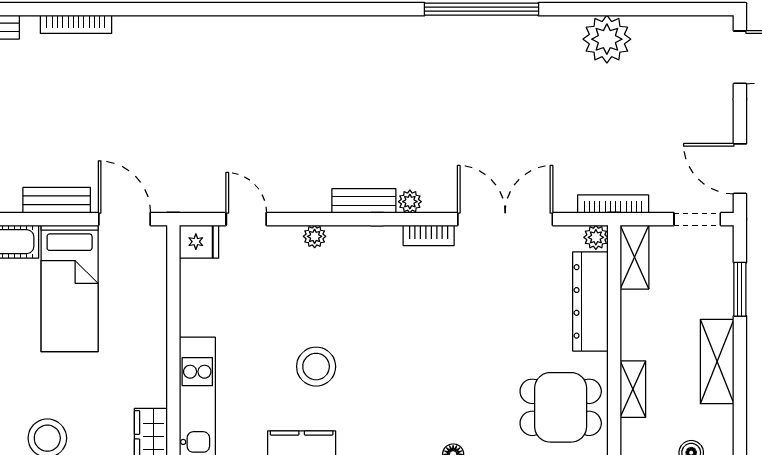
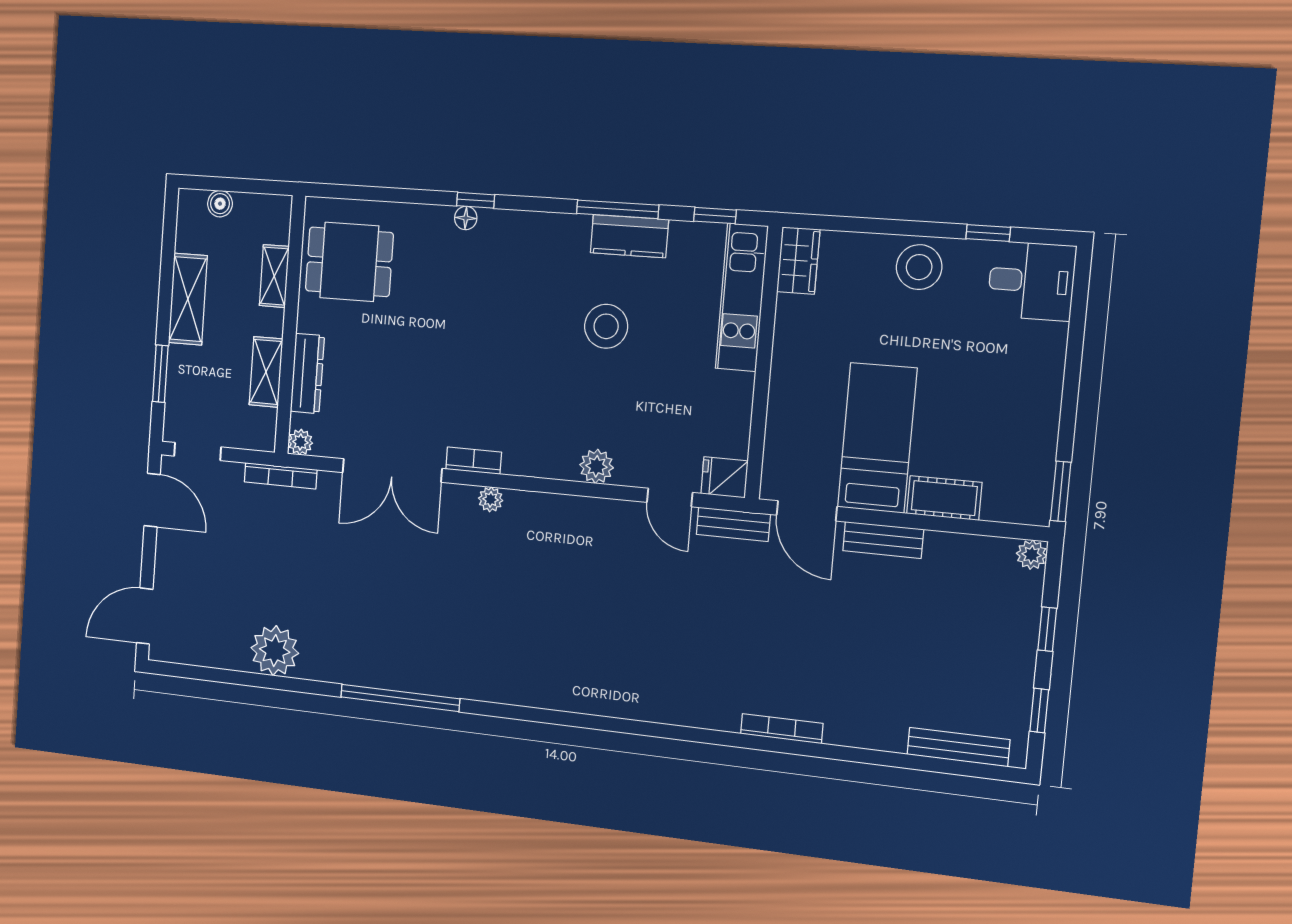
bookcase: (76, 24) -> (782, 729), moved
bench: (364, 201) -> (733, 524), moved
plant: (315, 236) -> (596, 466), width x1.38, depth x1.38
shelving: (634, 257) -> (266, 372), moved
dresser: (590, 301) -> (307, 374), width x0.73, depth x0.80

